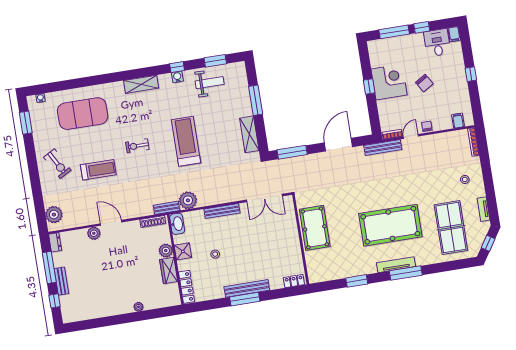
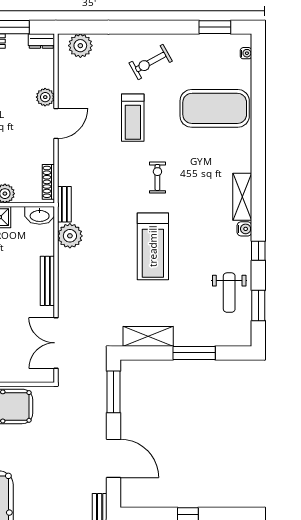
water cooler: (177, 77) -> (244, 229), moved
exercise mat: (83, 114) -> (215, 108), turned 90
treadmill: (186, 141) -> (153, 246), turned 90

